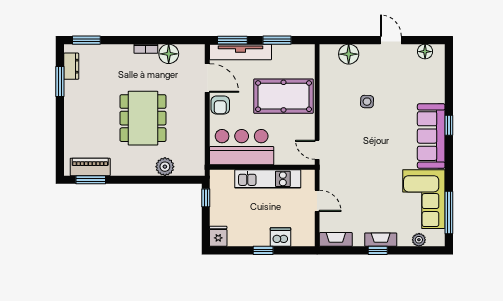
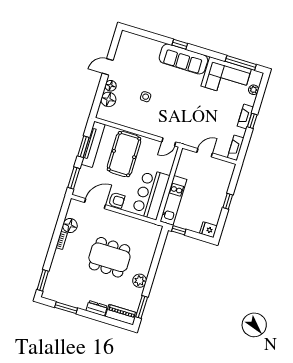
tv unit: (241, 52) -> (93, 144), moved
floor lamp: (425, 52) -> (111, 86), moved
dresser: (71, 66) -> (97, 308), moved
piano: (90, 167) -> (121, 315), moved, turned 90
plant: (165, 167) -> (140, 281), moved
kitchen unit: (268, 179) -> (173, 200), moved
dishwasher: (280, 237) -> (222, 186), removed

